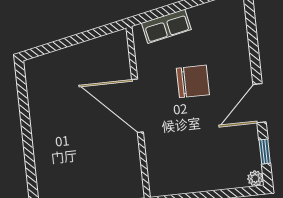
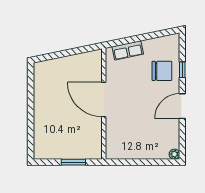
chair: (193, 81) -> (162, 71), moved
window: (265, 152) -> (182, 70), moved

